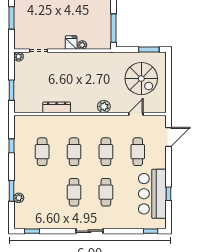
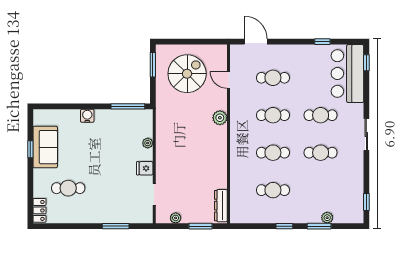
fridge: (71, 43) -> (145, 168), moved
plant: (19, 57) -> (176, 218), moved
dresser: (57, 107) -> (221, 206), moved
window: (11, 146) -> (284, 226), moved
bar counter: (152, 194) -> (347, 74), moved, turned 90

